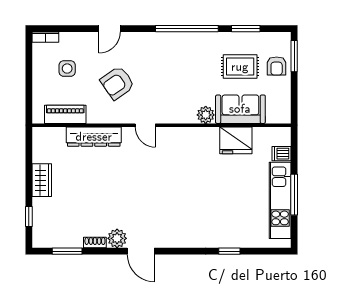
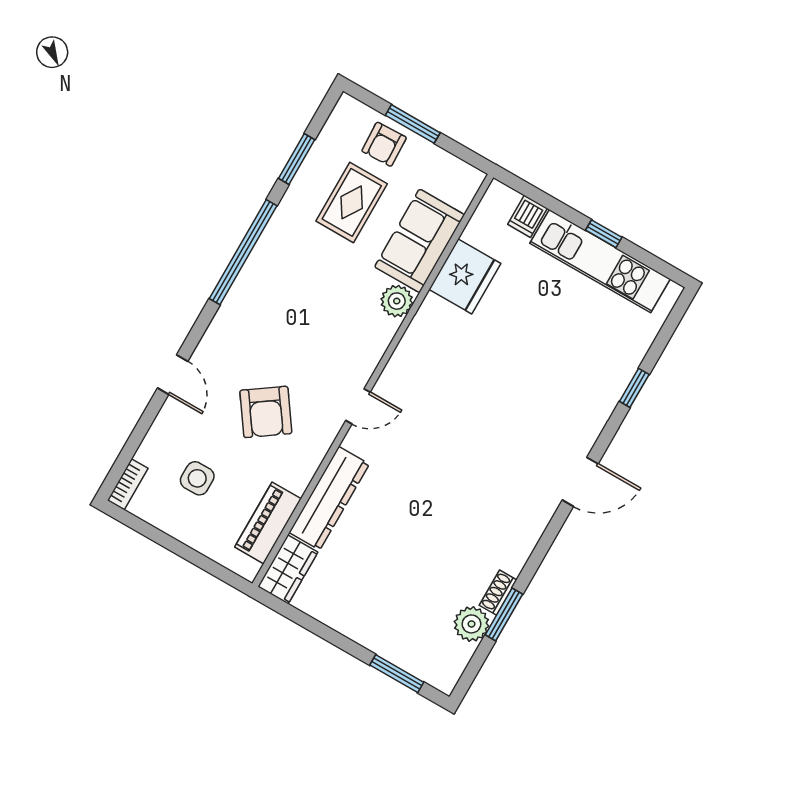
window: (294, 56) -> (413, 124), moved
armchair: (277, 66) -> (384, 144), turned 88
wardrobe: (42, 180) -> (288, 569), moved, turned 90
window: (294, 195) -> (604, 234), width x0.46
window: (29, 216) -> (397, 674), width x1.50
plant: (117, 238) -> (471, 624), moved
window: (67, 251) -> (504, 615), moved
door: (141, 251) -> (580, 482), moved

